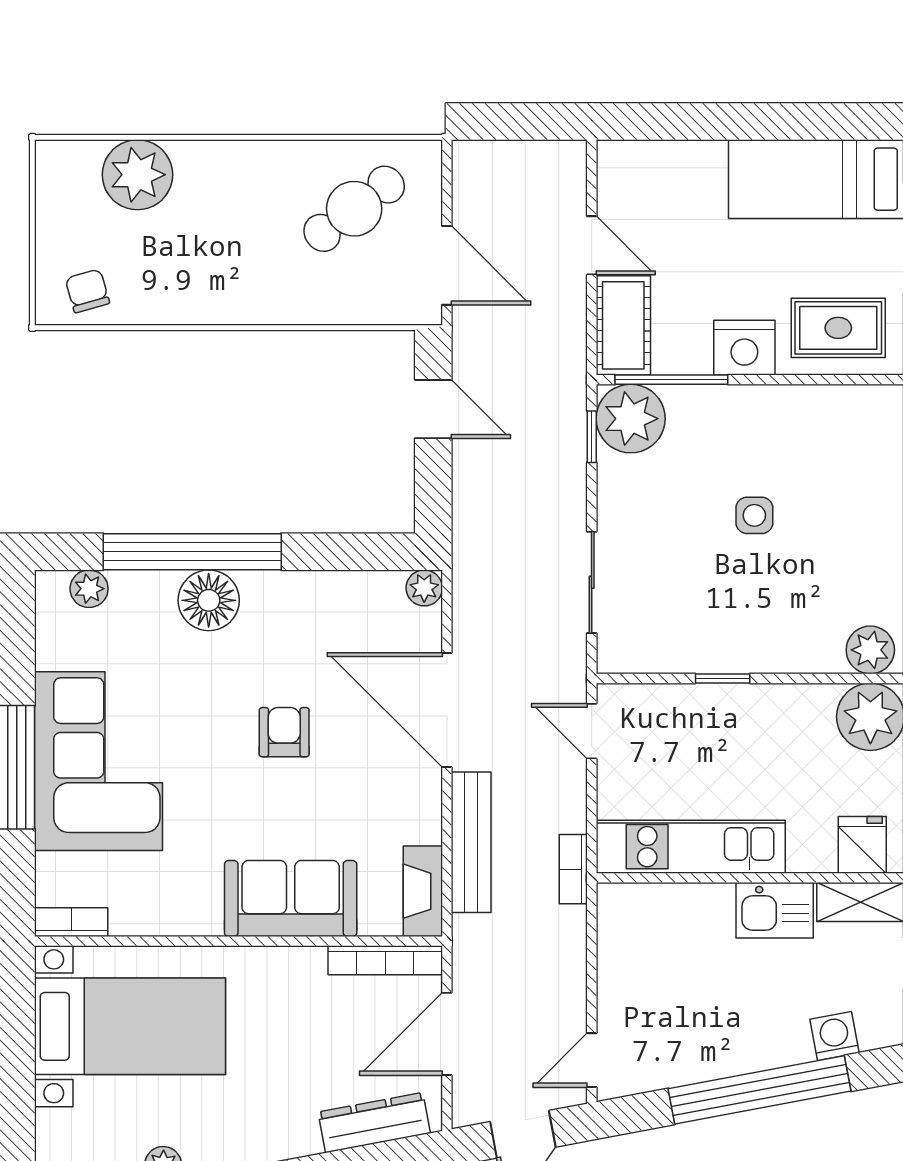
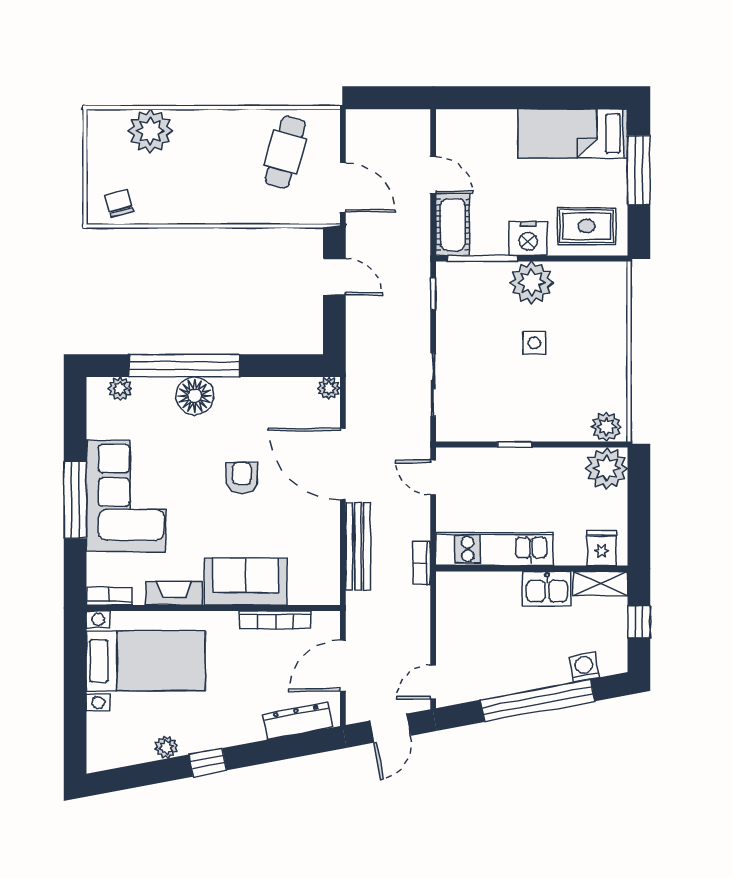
cafe table: (354, 209) -> (285, 152), turned -37
plant: (631, 419) -> (531, 283), moved
fireplace: (423, 891) -> (174, 593), moved, turned 90
bookcase: (385, 960) -> (275, 620), moved

